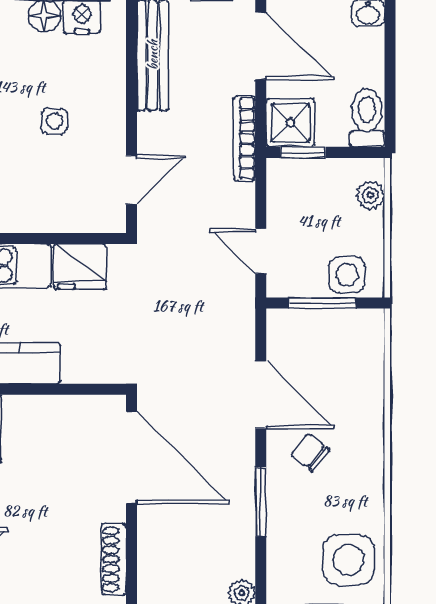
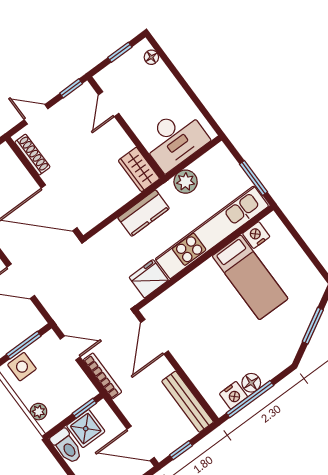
side table: (54, 121) -> (210, 337), removed
shower: (290, 123) -> (86, 429), moved
bookcase: (245, 139) -> (103, 376), moved
door: (132, 180) -> (155, 337), width x1.38

